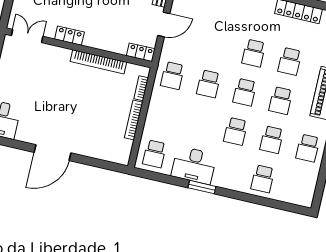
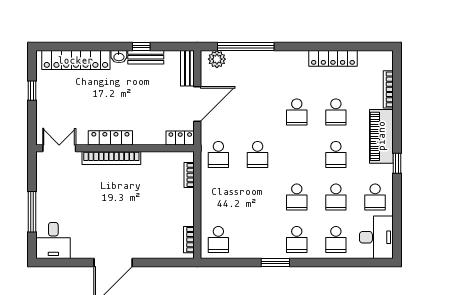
door: (164, 25) -> (197, 104), width x1.36
locker: (69, 36) -> (110, 138), width x1.53
bookcase: (98, 62) -> (111, 158), moved
school desk: (245, 92) -> (297, 240), moved
bookcase: (134, 120) -> (189, 240), moved, width x0.64
desk: (194, 165) -> (376, 237), moved, turned -90

